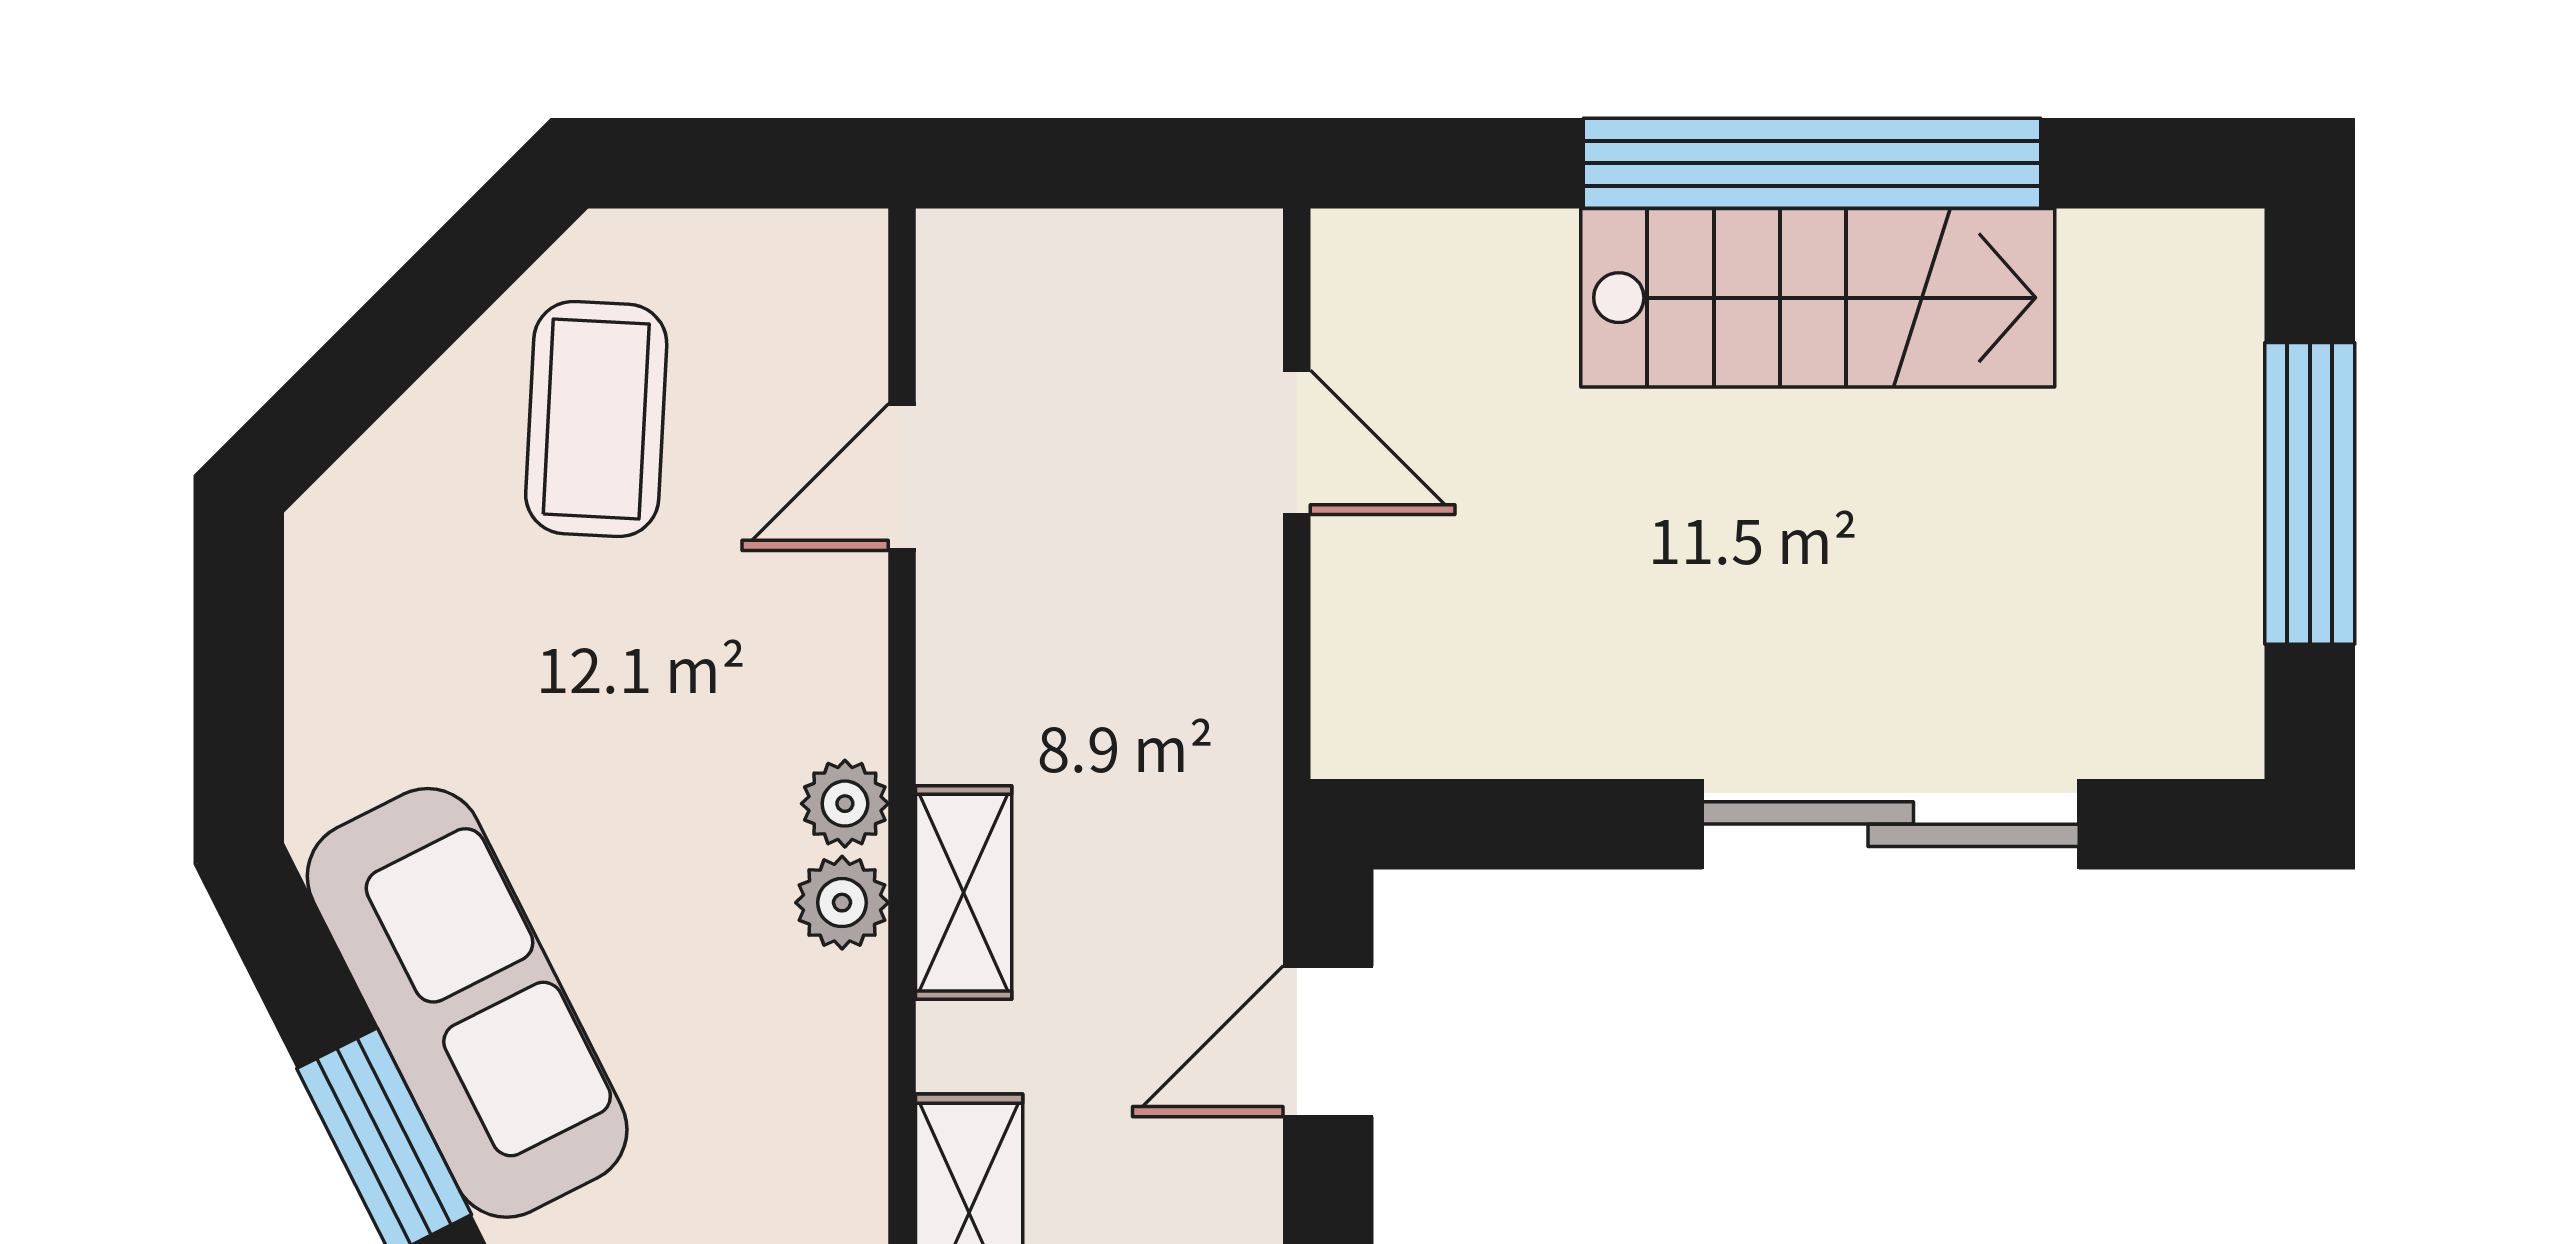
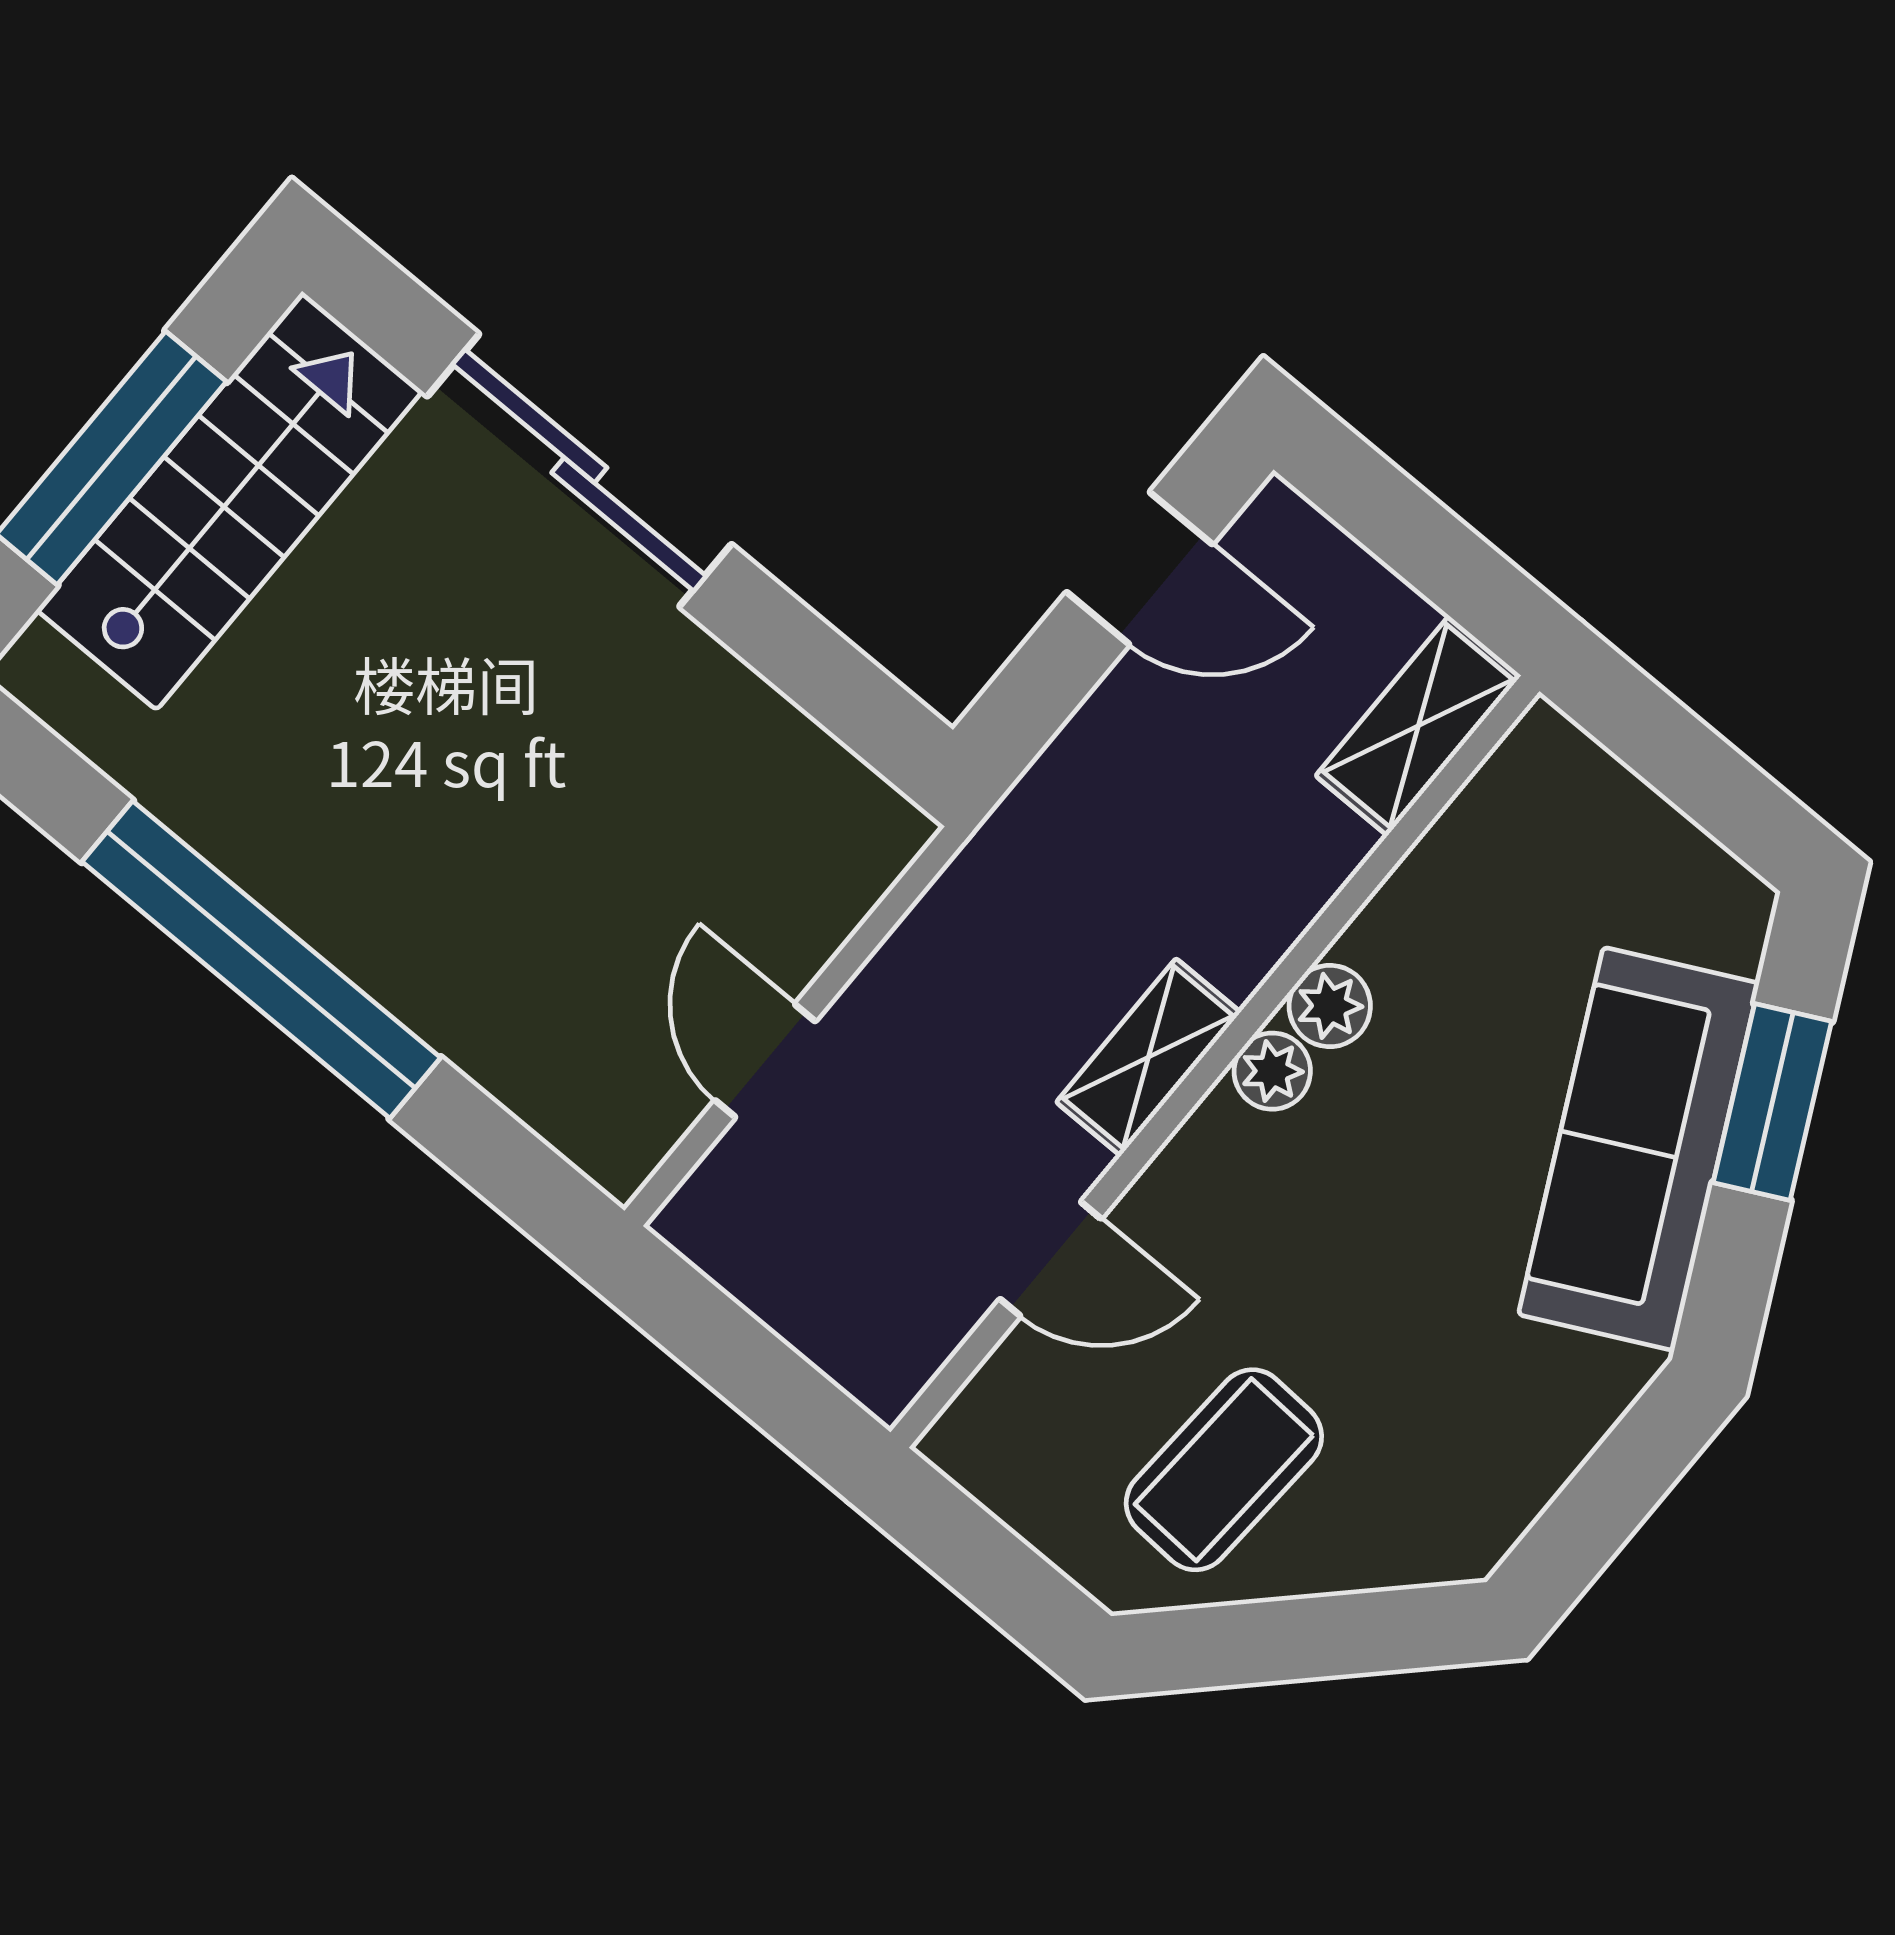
stairs: (1818, 298) -> (229, 501), moved, turned 90
shelving: (964, 893) -> (1148, 1057), moved
door: (1328, 1041) -> (1140, 568), moved

